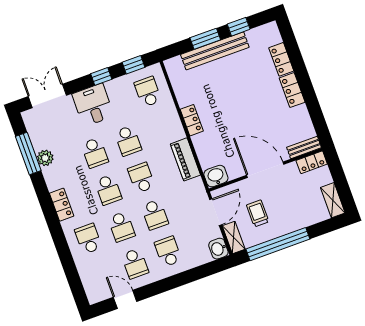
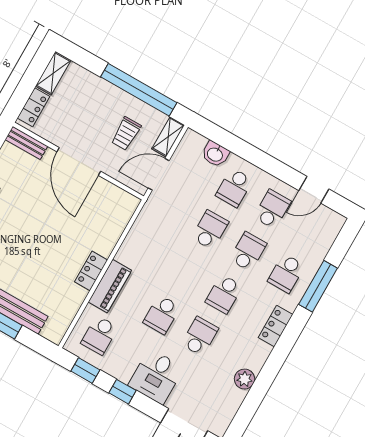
school desk: (128, 141) -> (162, 315), turned 180
window: (28, 154) -> (318, 286), moved
piano: (185, 159) -> (110, 286), moved
locker: (312, 162) -> (34, 107), moved, turned 90
washbasin: (216, 176) -> (124, 203), removed
school desk: (141, 178) -> (186, 272), removed
school desk: (108, 190) -> (224, 294), turned 180
washbasin: (218, 249) -> (215, 154), moved, turned 90
door: (125, 299) -> (314, 190), hinge flipped

